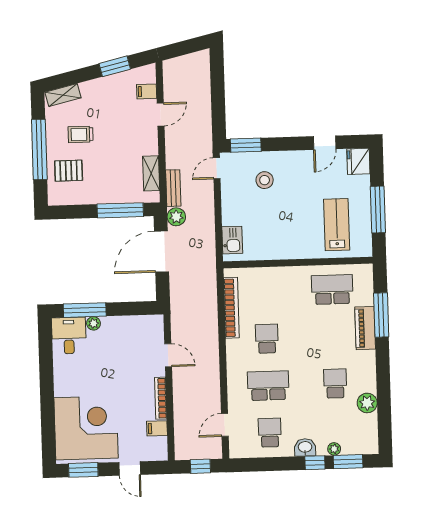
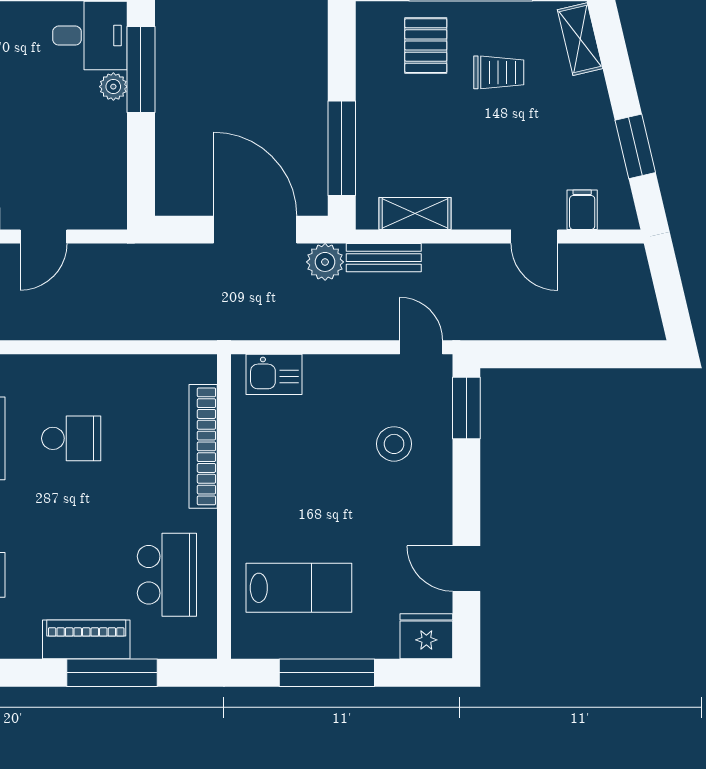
trolley: (81, 134) -> (499, 72), turned 90
bookcase: (231, 308) -> (203, 446), moved, turned 90

